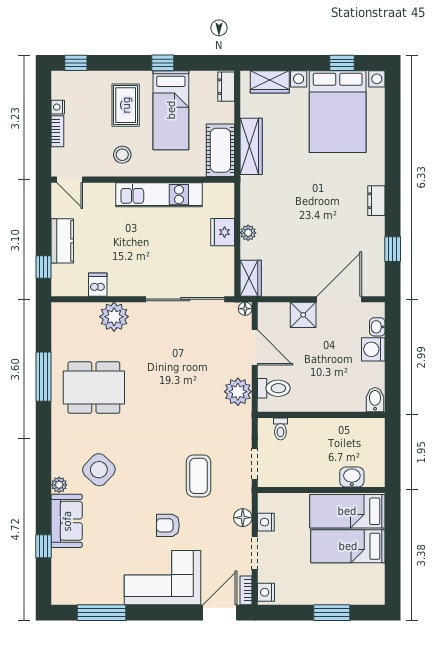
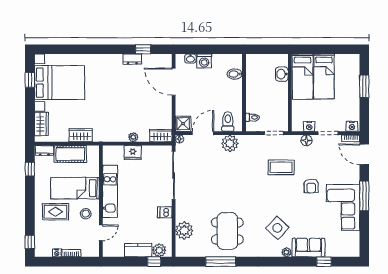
window: (163, 63) -> (30, 169), moved
bed: (171, 110) -> (75, 188), moved, turned 180
wardrobe: (251, 146) -> (81, 135), width x0.67
cot: (220, 150) -> (70, 154), moved
door: (70, 180) -> (101, 233), moved
dresser: (376, 201) -> (132, 59), moved
plant: (62, 276) -> (159, 250), added
dishwasher: (98, 285) -> (165, 212), moved
shower: (303, 315) -> (183, 124), moved
plant: (114, 317) -> (184, 231), moved
bidet: (375, 400) -> (235, 74), moved
corner sofa: (163, 578) -> (343, 207), moved
window: (102, 613) -> (364, 196), moved

